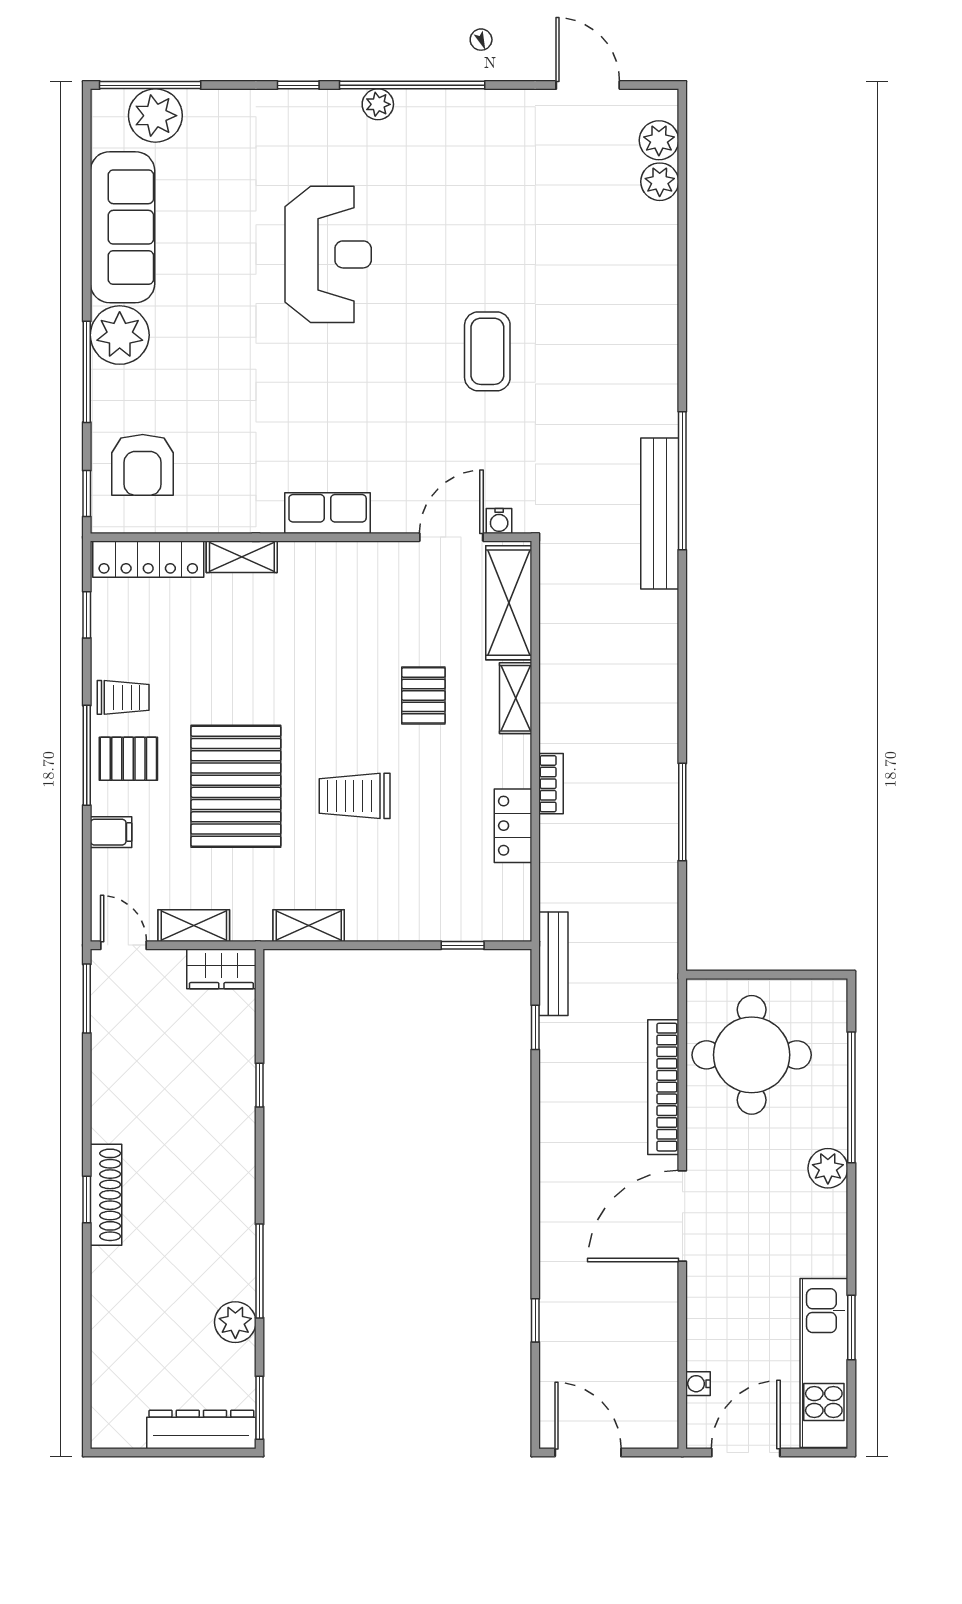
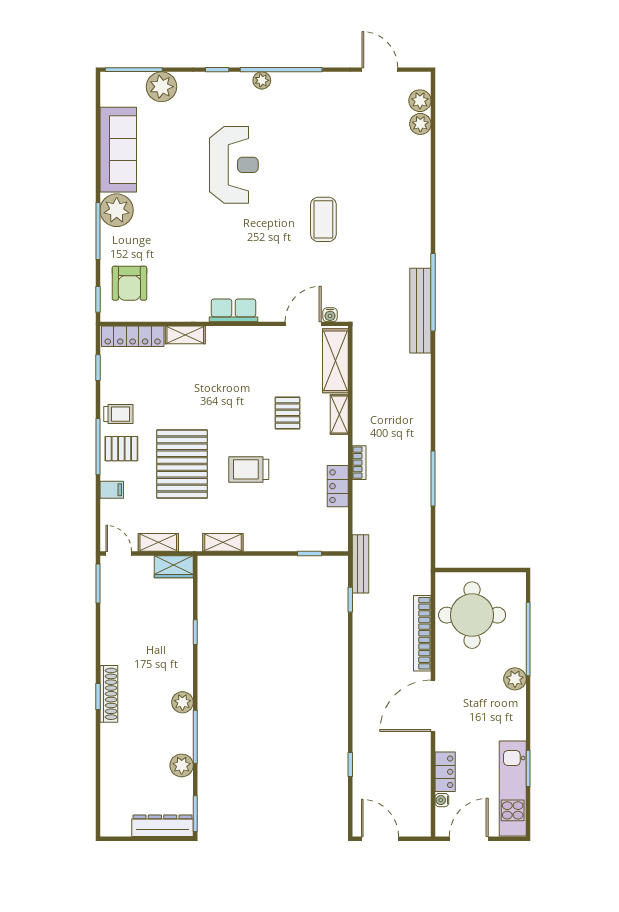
plant: (155, 116) -> (162, 87), moved
plant: (237, 1210) -> (182, 702), added
locker: (704, 1333) -> (445, 772), added

